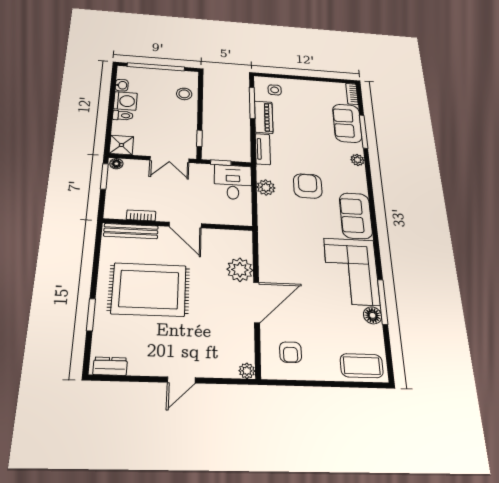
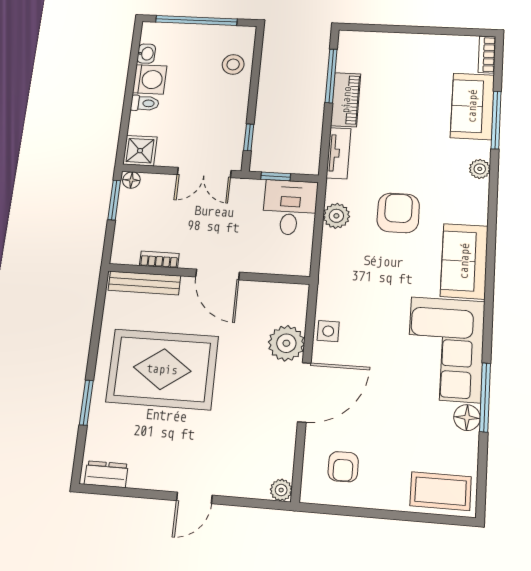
side table: (275, 90) -> (328, 331), moved

